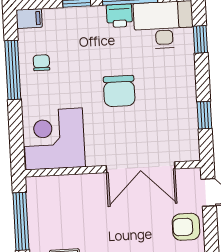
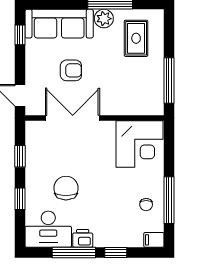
window: (200, 39) -> (20, 199), moved
chair: (119, 91) -> (66, 188), moved
armchair: (186, 227) -> (71, 70), moved

